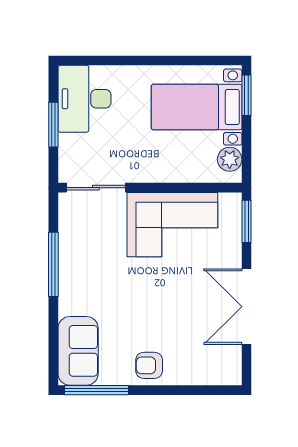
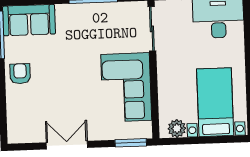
window: (246, 95) -> (225, 139), removed
double door: (246, 307) -> (67, 145), width x0.73

